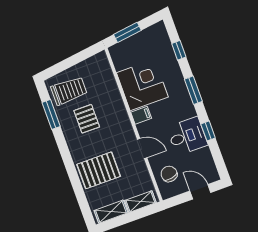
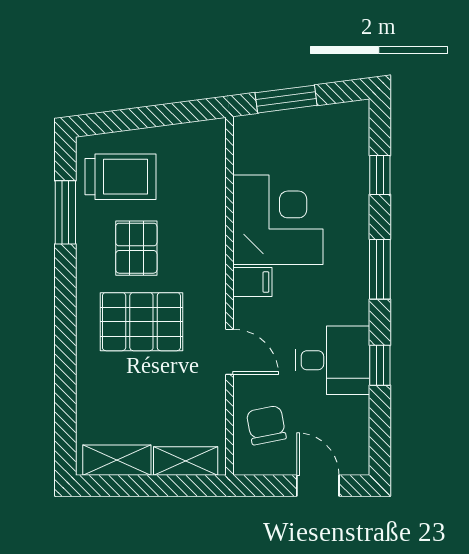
pallet: (99, 170) -> (141, 322), moved

